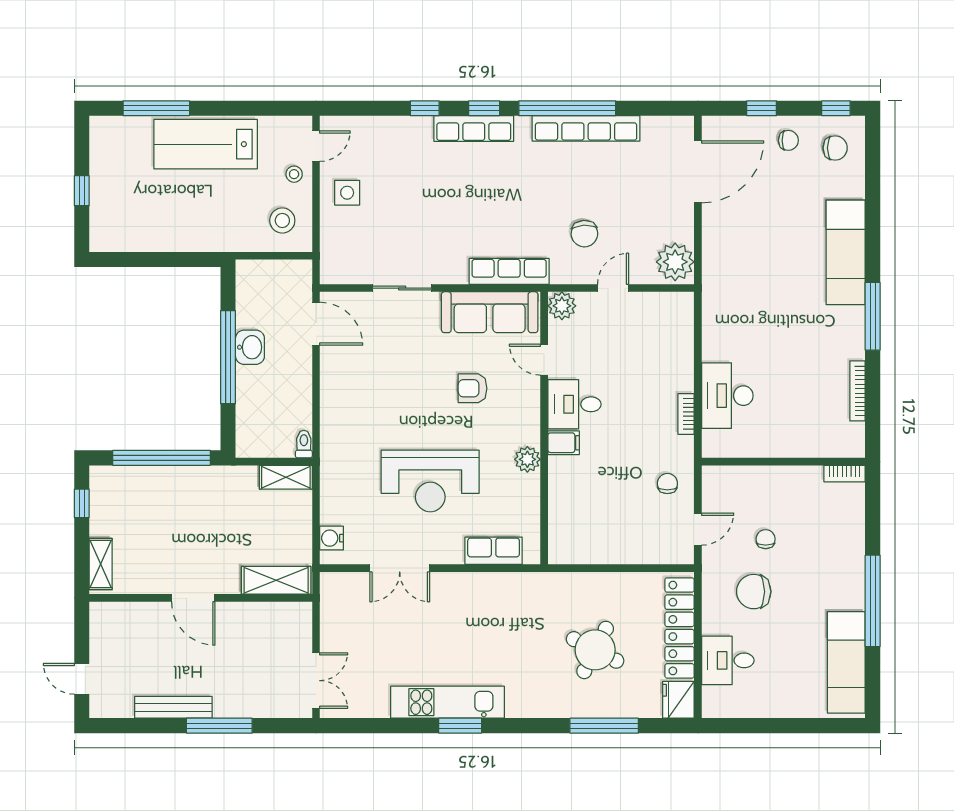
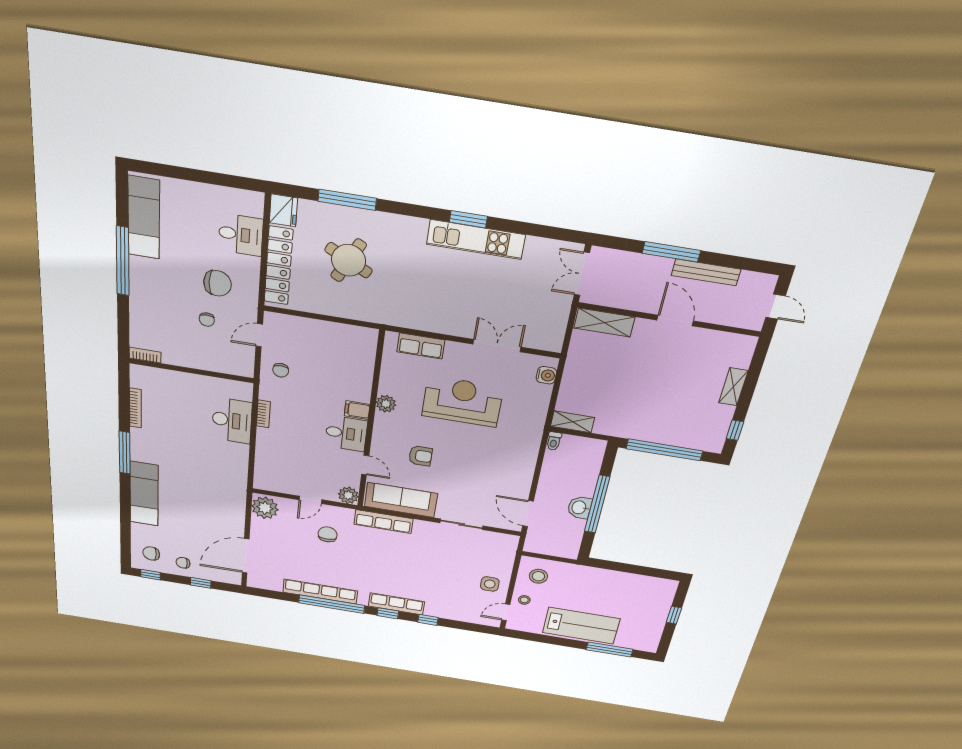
shelving: (276, 580) -> (604, 323), moved
door: (193, 598) -> (675, 321), moved
wall: (201, 598) -> (669, 320), moved

